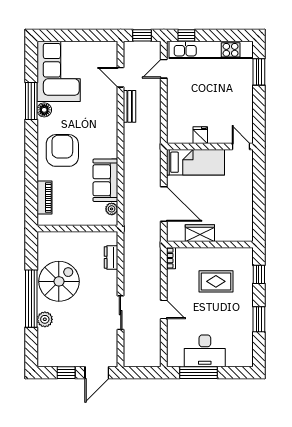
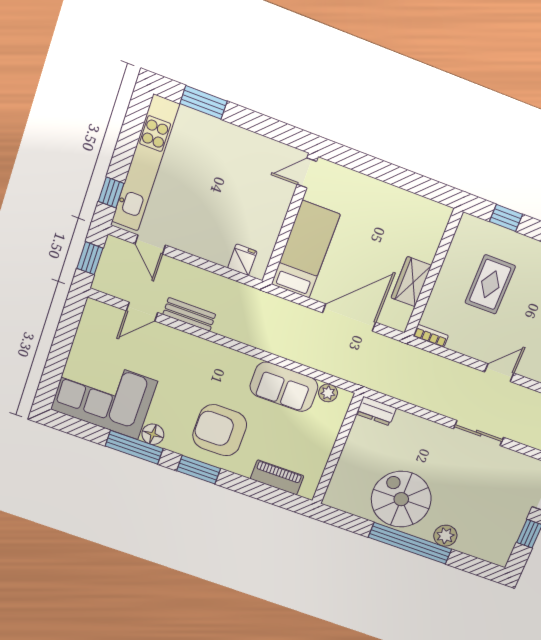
fridge: (200, 135) -> (242, 260), moved, turned 90
window: (31, 146) -> (199, 470), added
dresser: (111, 257) -> (376, 411), moved

